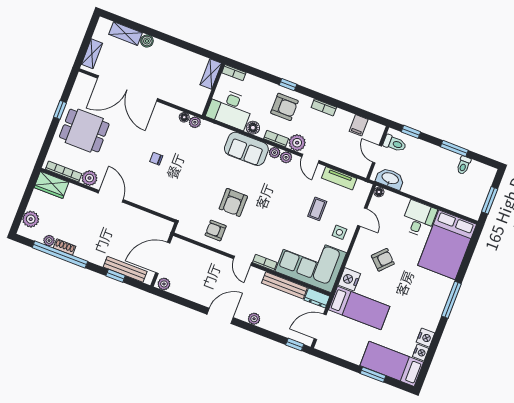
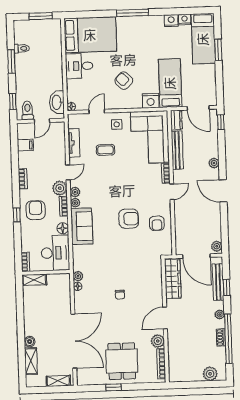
wardrobe: (51, 185) -> (173, 279), moved, width x1.50
plant: (49, 241) -> (220, 315), moved

